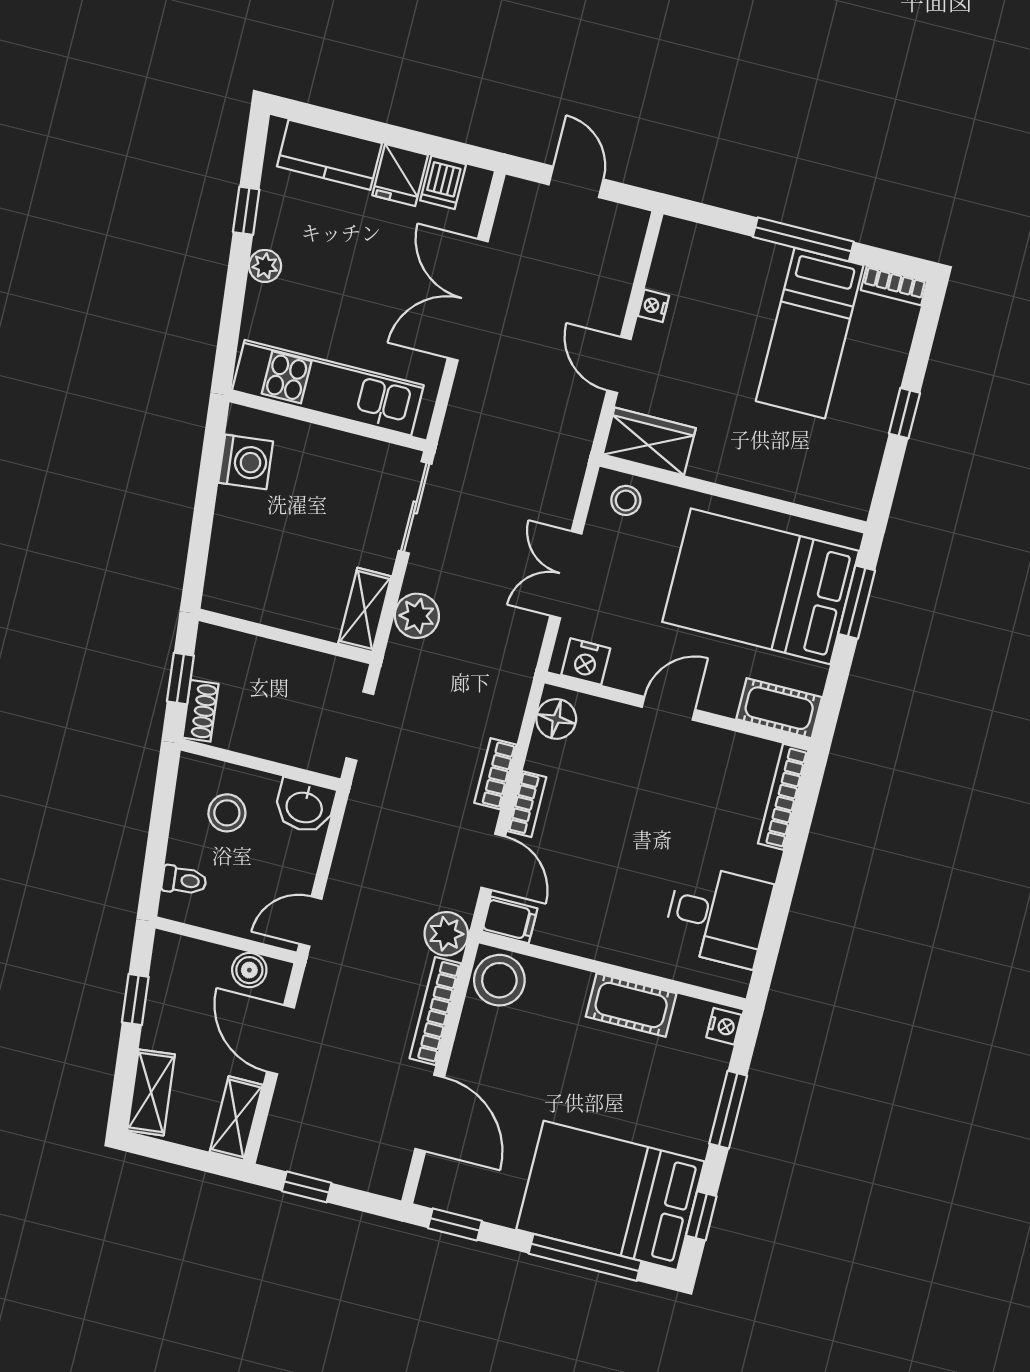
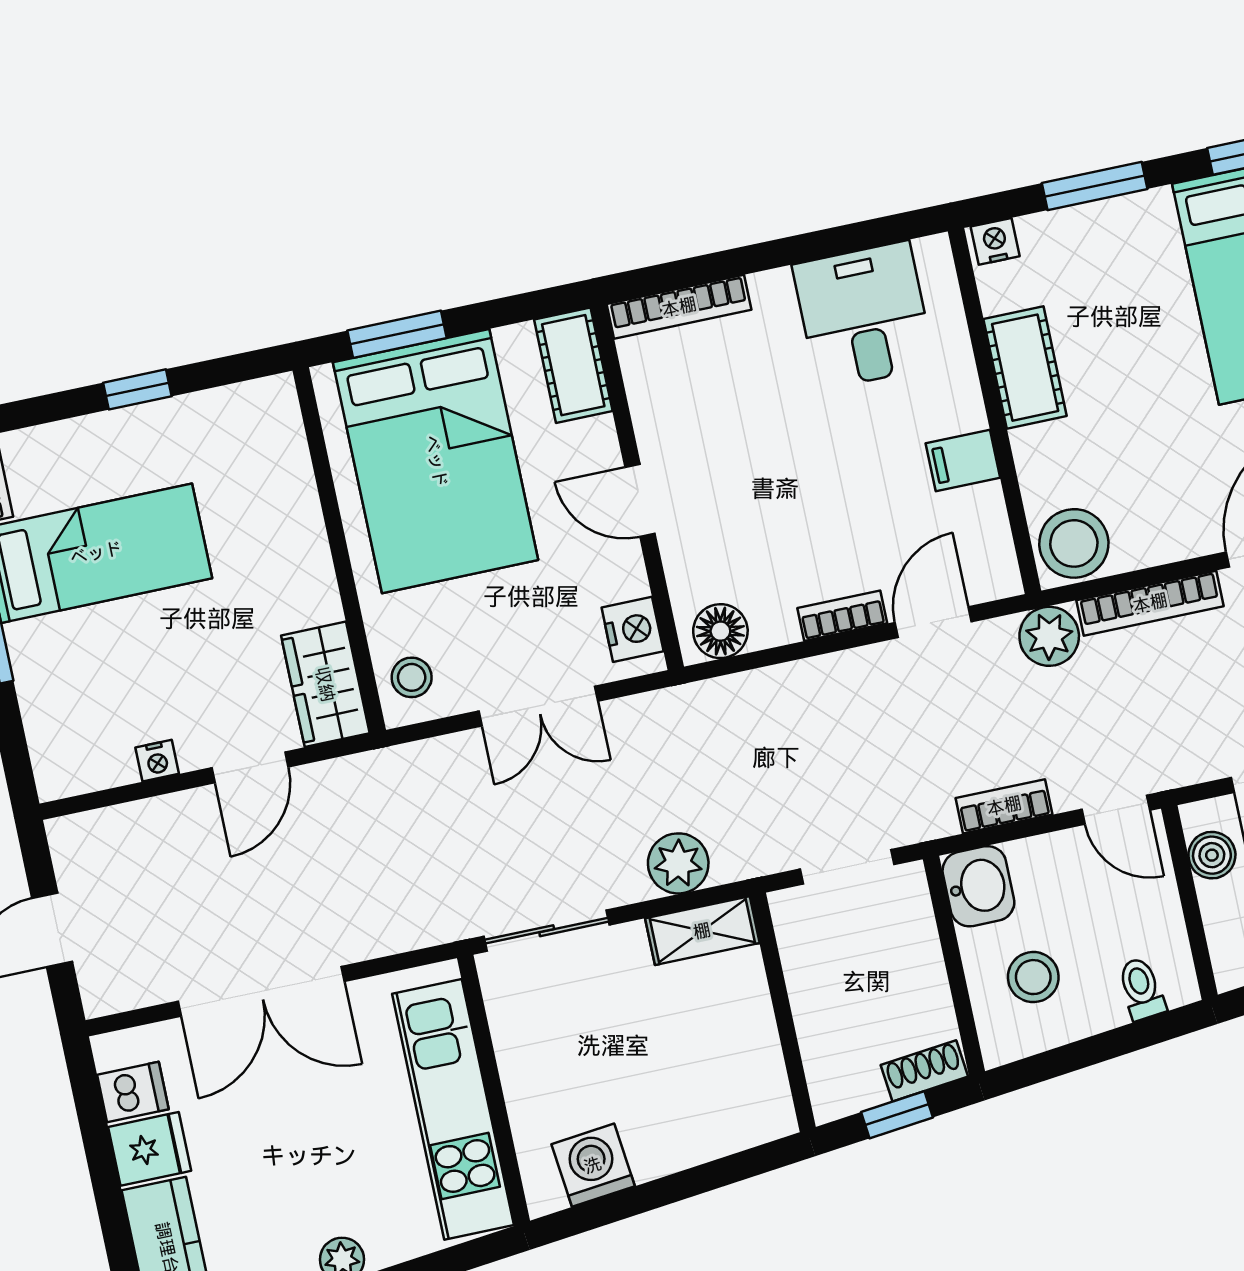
bookcase: (495, 774) -> (1004, 806), moved, turned 180
filing cabinet: (510, 920) -> (963, 460), moved, turned -90

